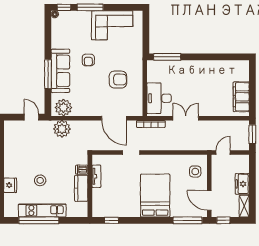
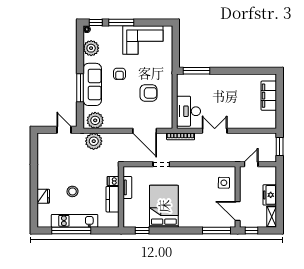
plant: (59, 34) -> (91, 48), added
filing cabinet: (241, 97) -> (269, 96), moved
bed: (155, 196) -> (164, 206), moved

